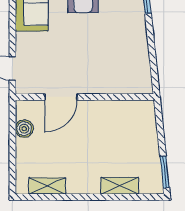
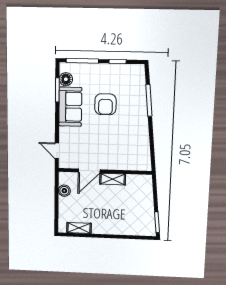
shelving: (120, 186) -> (113, 179), moved

